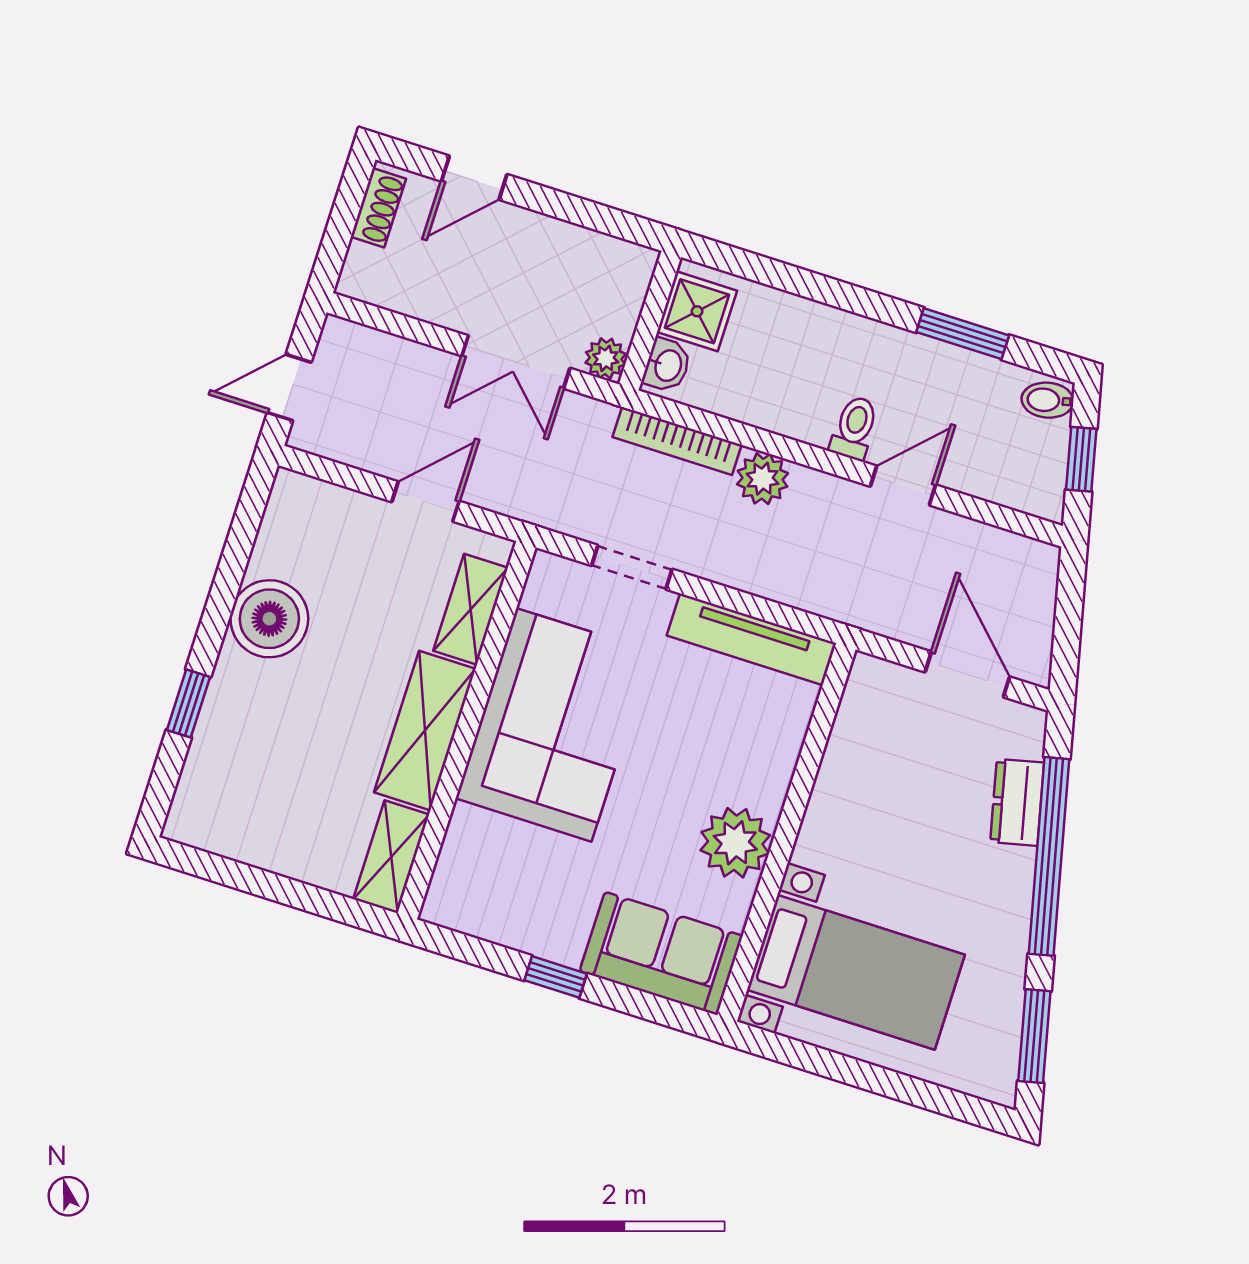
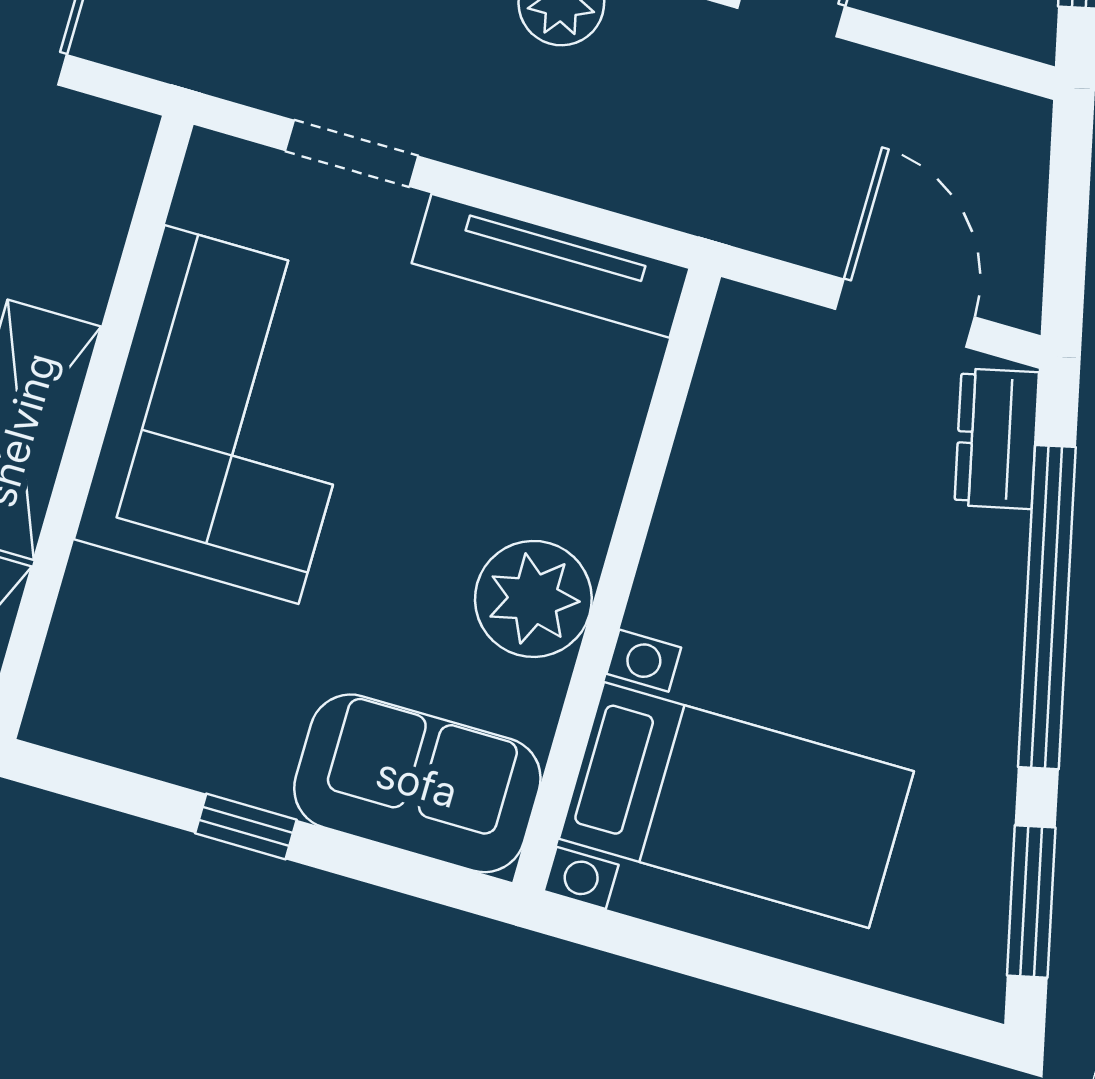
shelving: (471, 609) -> (90, 229), removed
dresser: (1017, 802) -> (997, 439), moved

